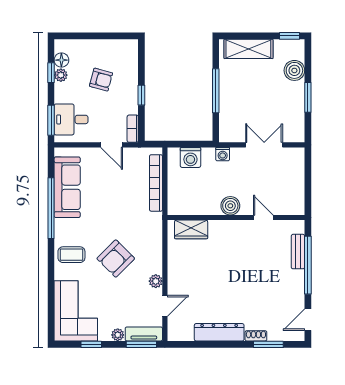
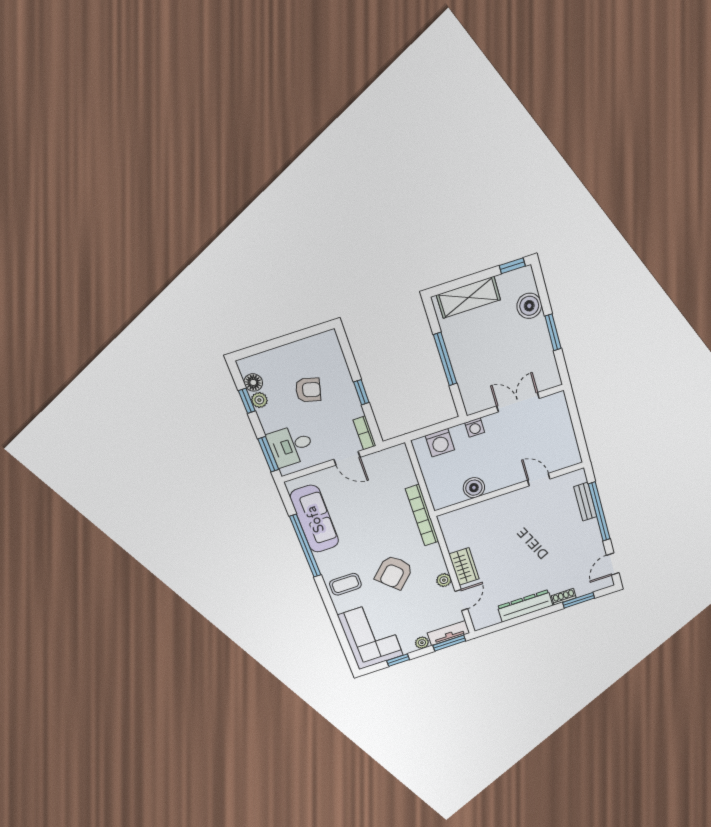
bookcase: (156, 183) -> (422, 515), moved
boiler: (230, 206) -> (474, 488), moved
wardrobe: (191, 229) -> (464, 566), moved, turned -90

